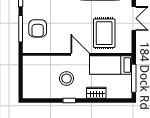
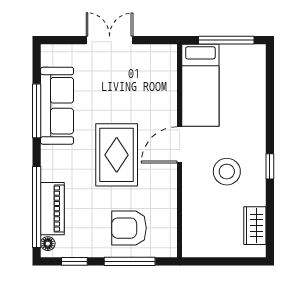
armchair: (38, 28) -> (129, 228), turned 180
rug: (104, 33) -> (117, 155), moved, turned 90
wardrobe: (96, 93) -> (255, 226), moved

